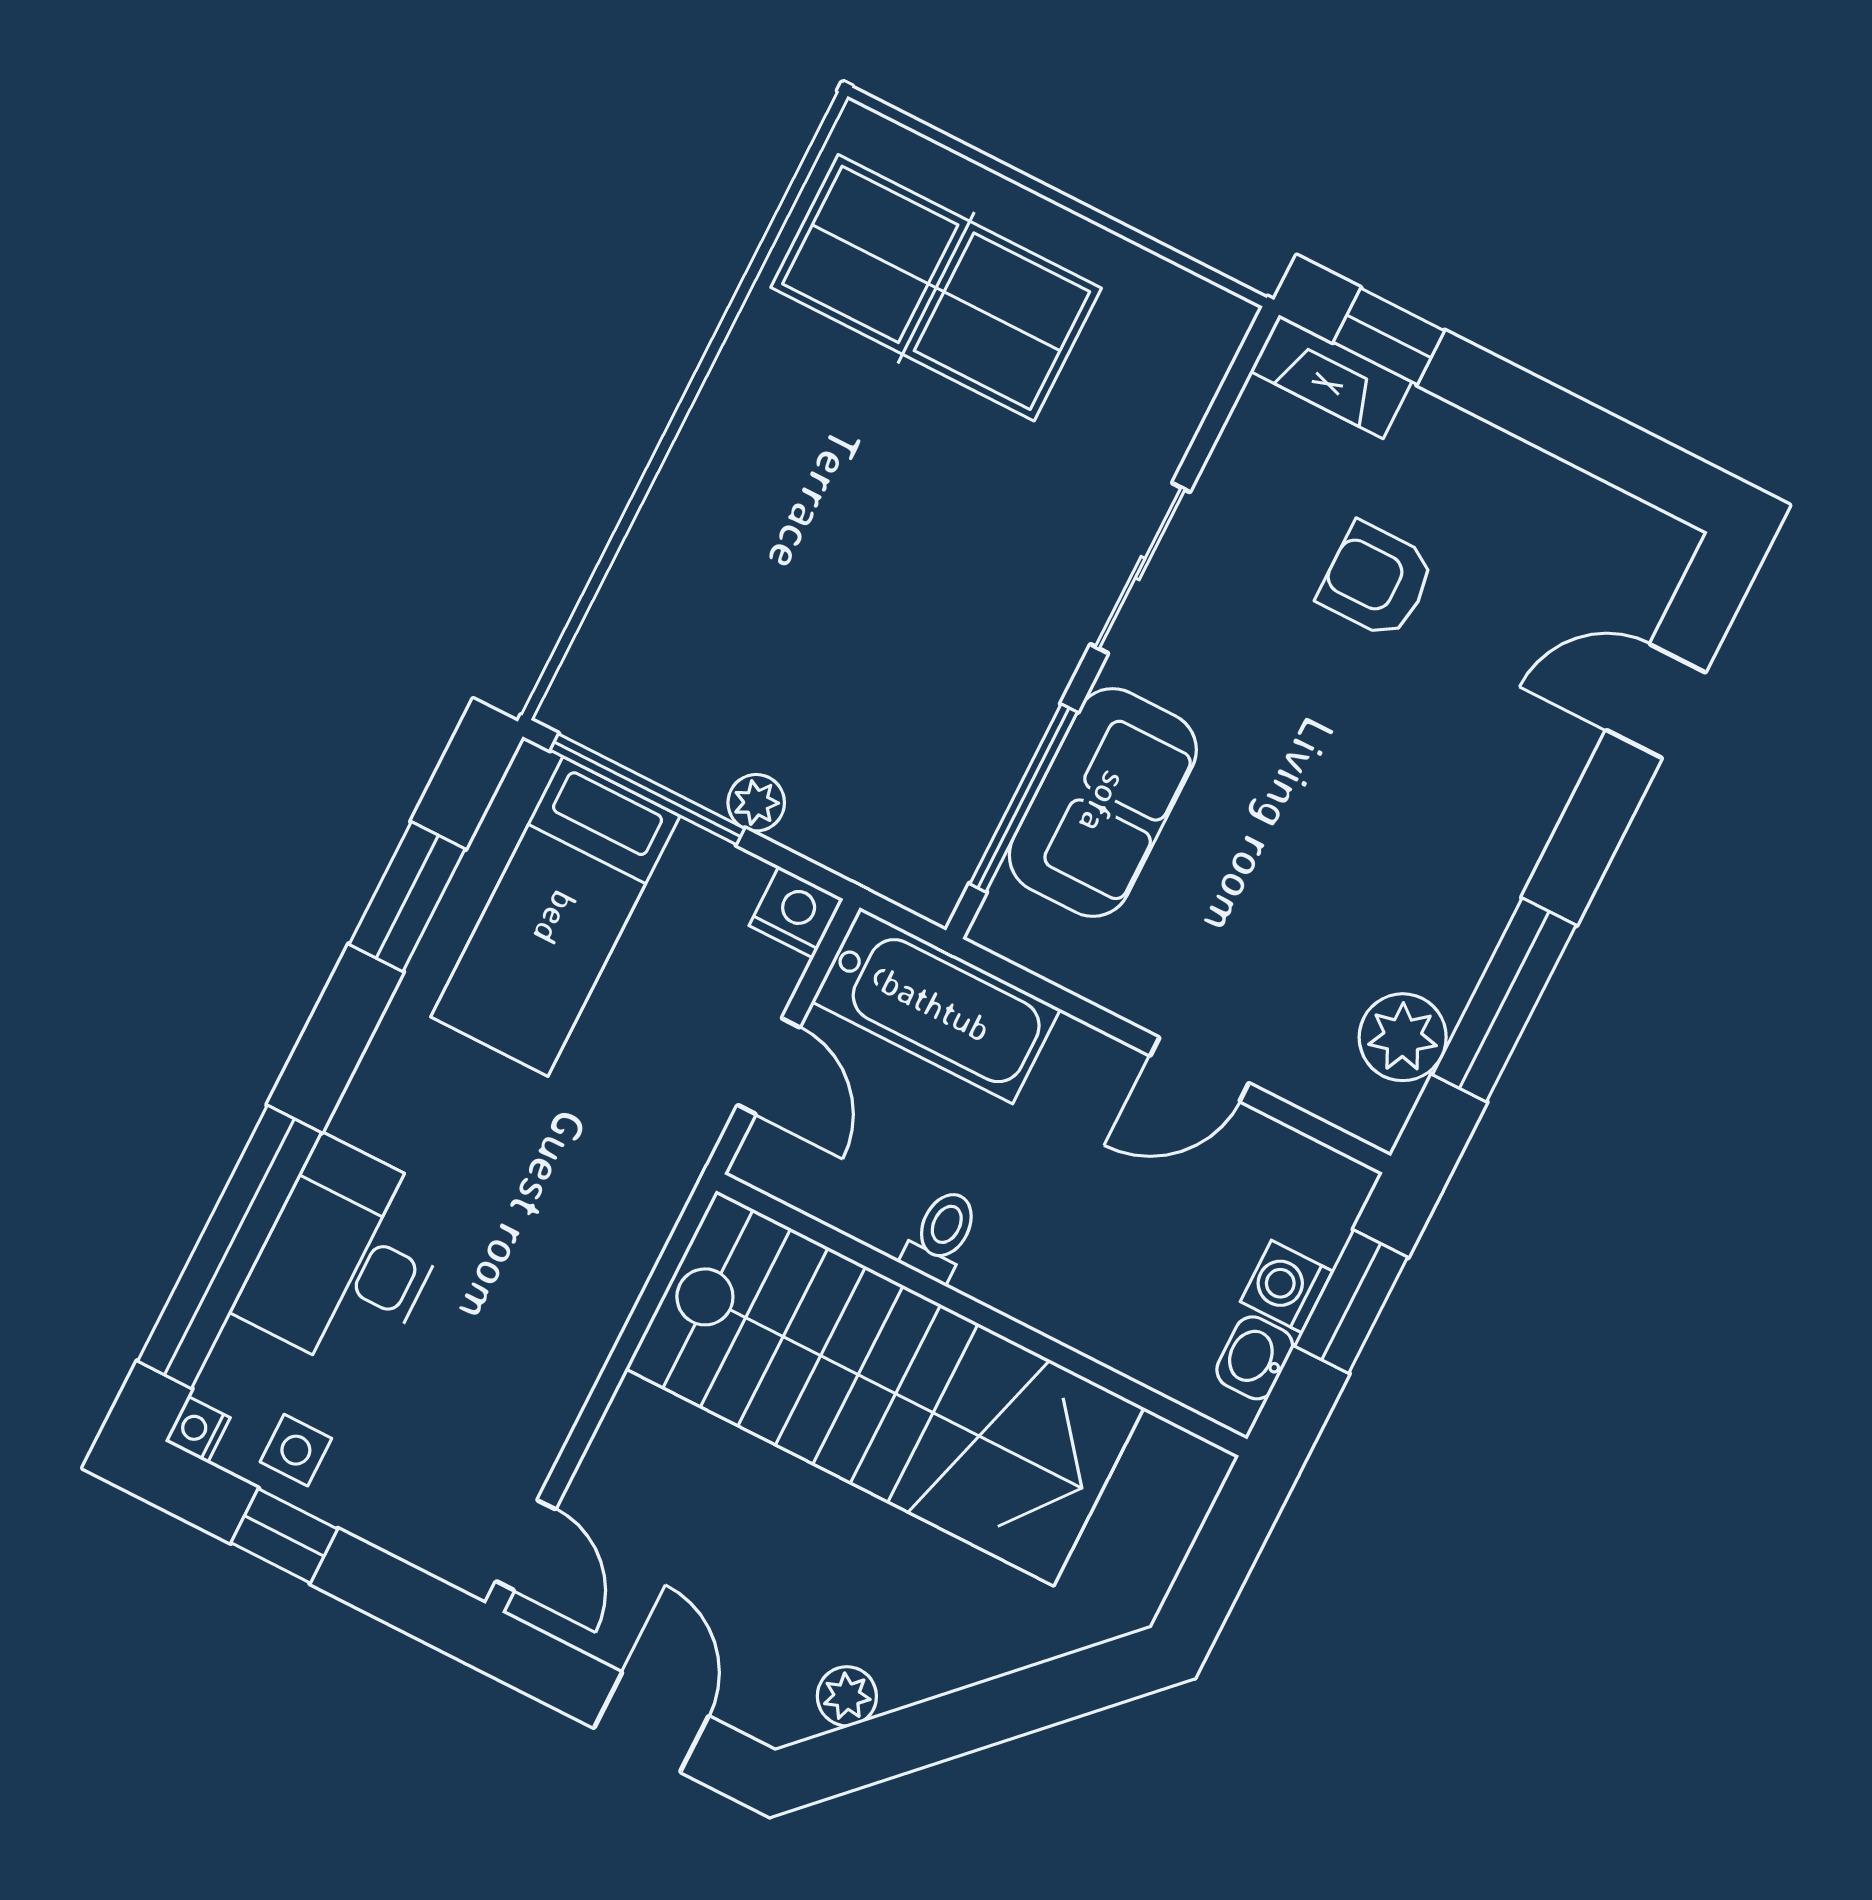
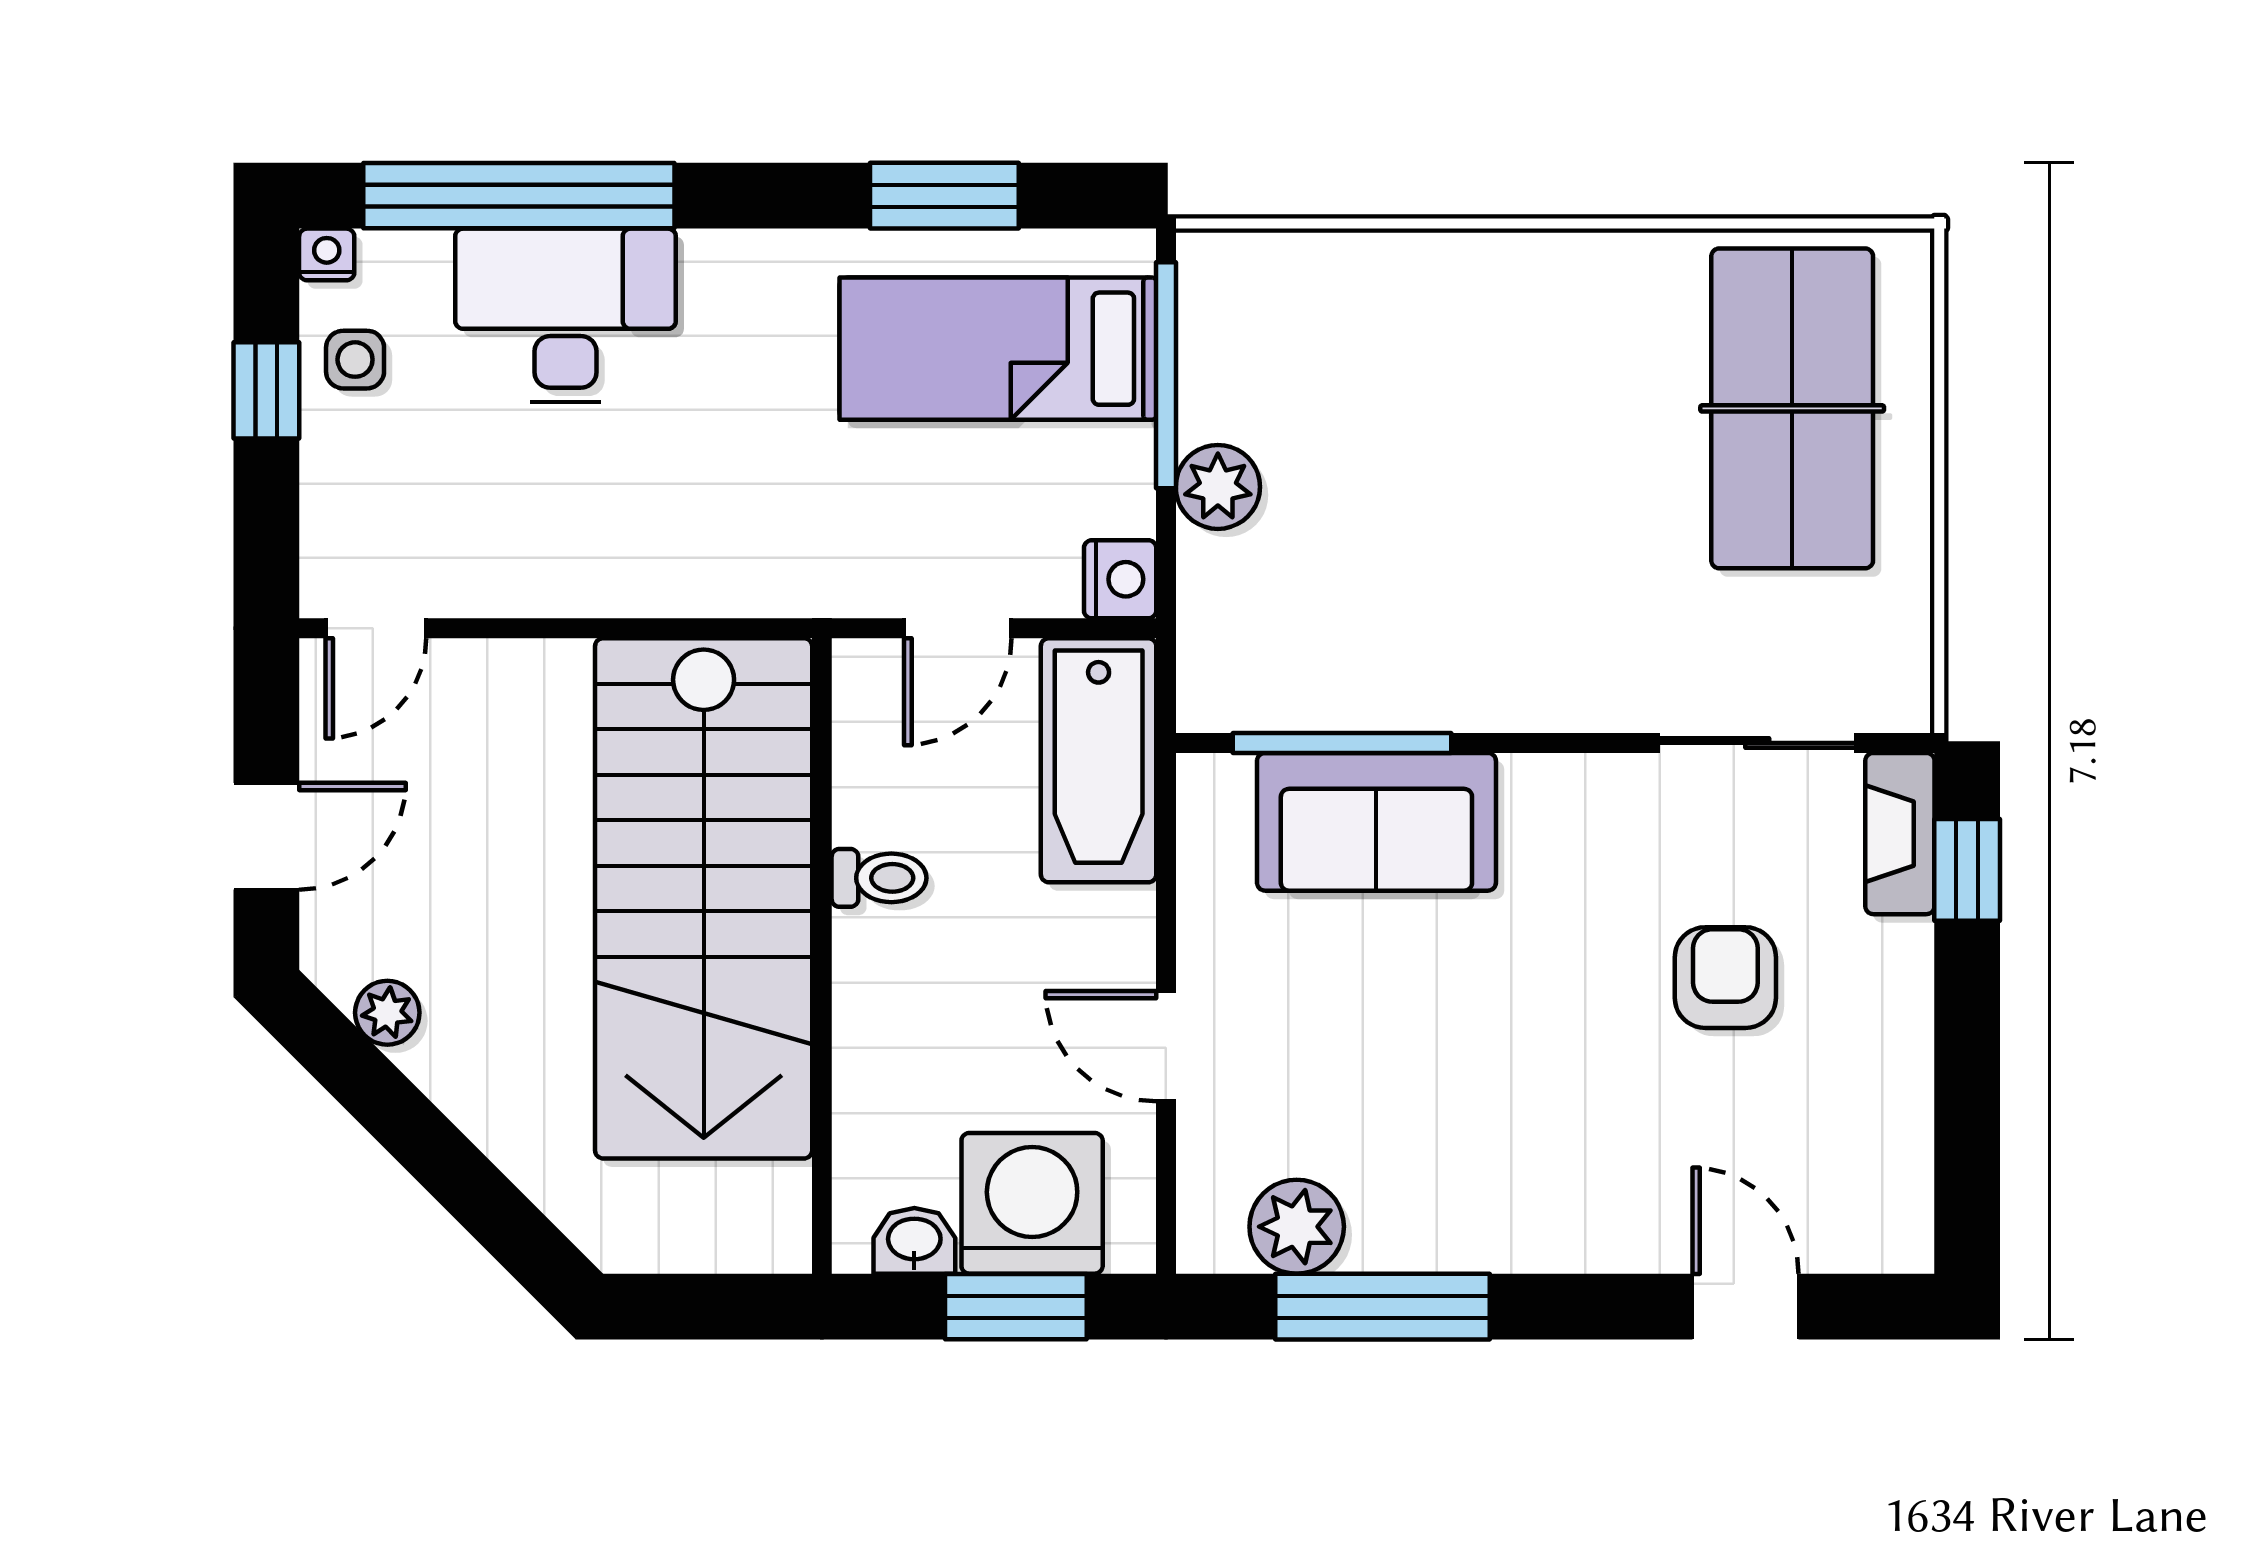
sliding door: (1140, 568) -> (1757, 743), moved
plant: (756, 803) -> (1218, 487), width x1.38, depth x1.38
washing machine: (1286, 1286) -> (1032, 1203), width x1.89, depth x1.89

